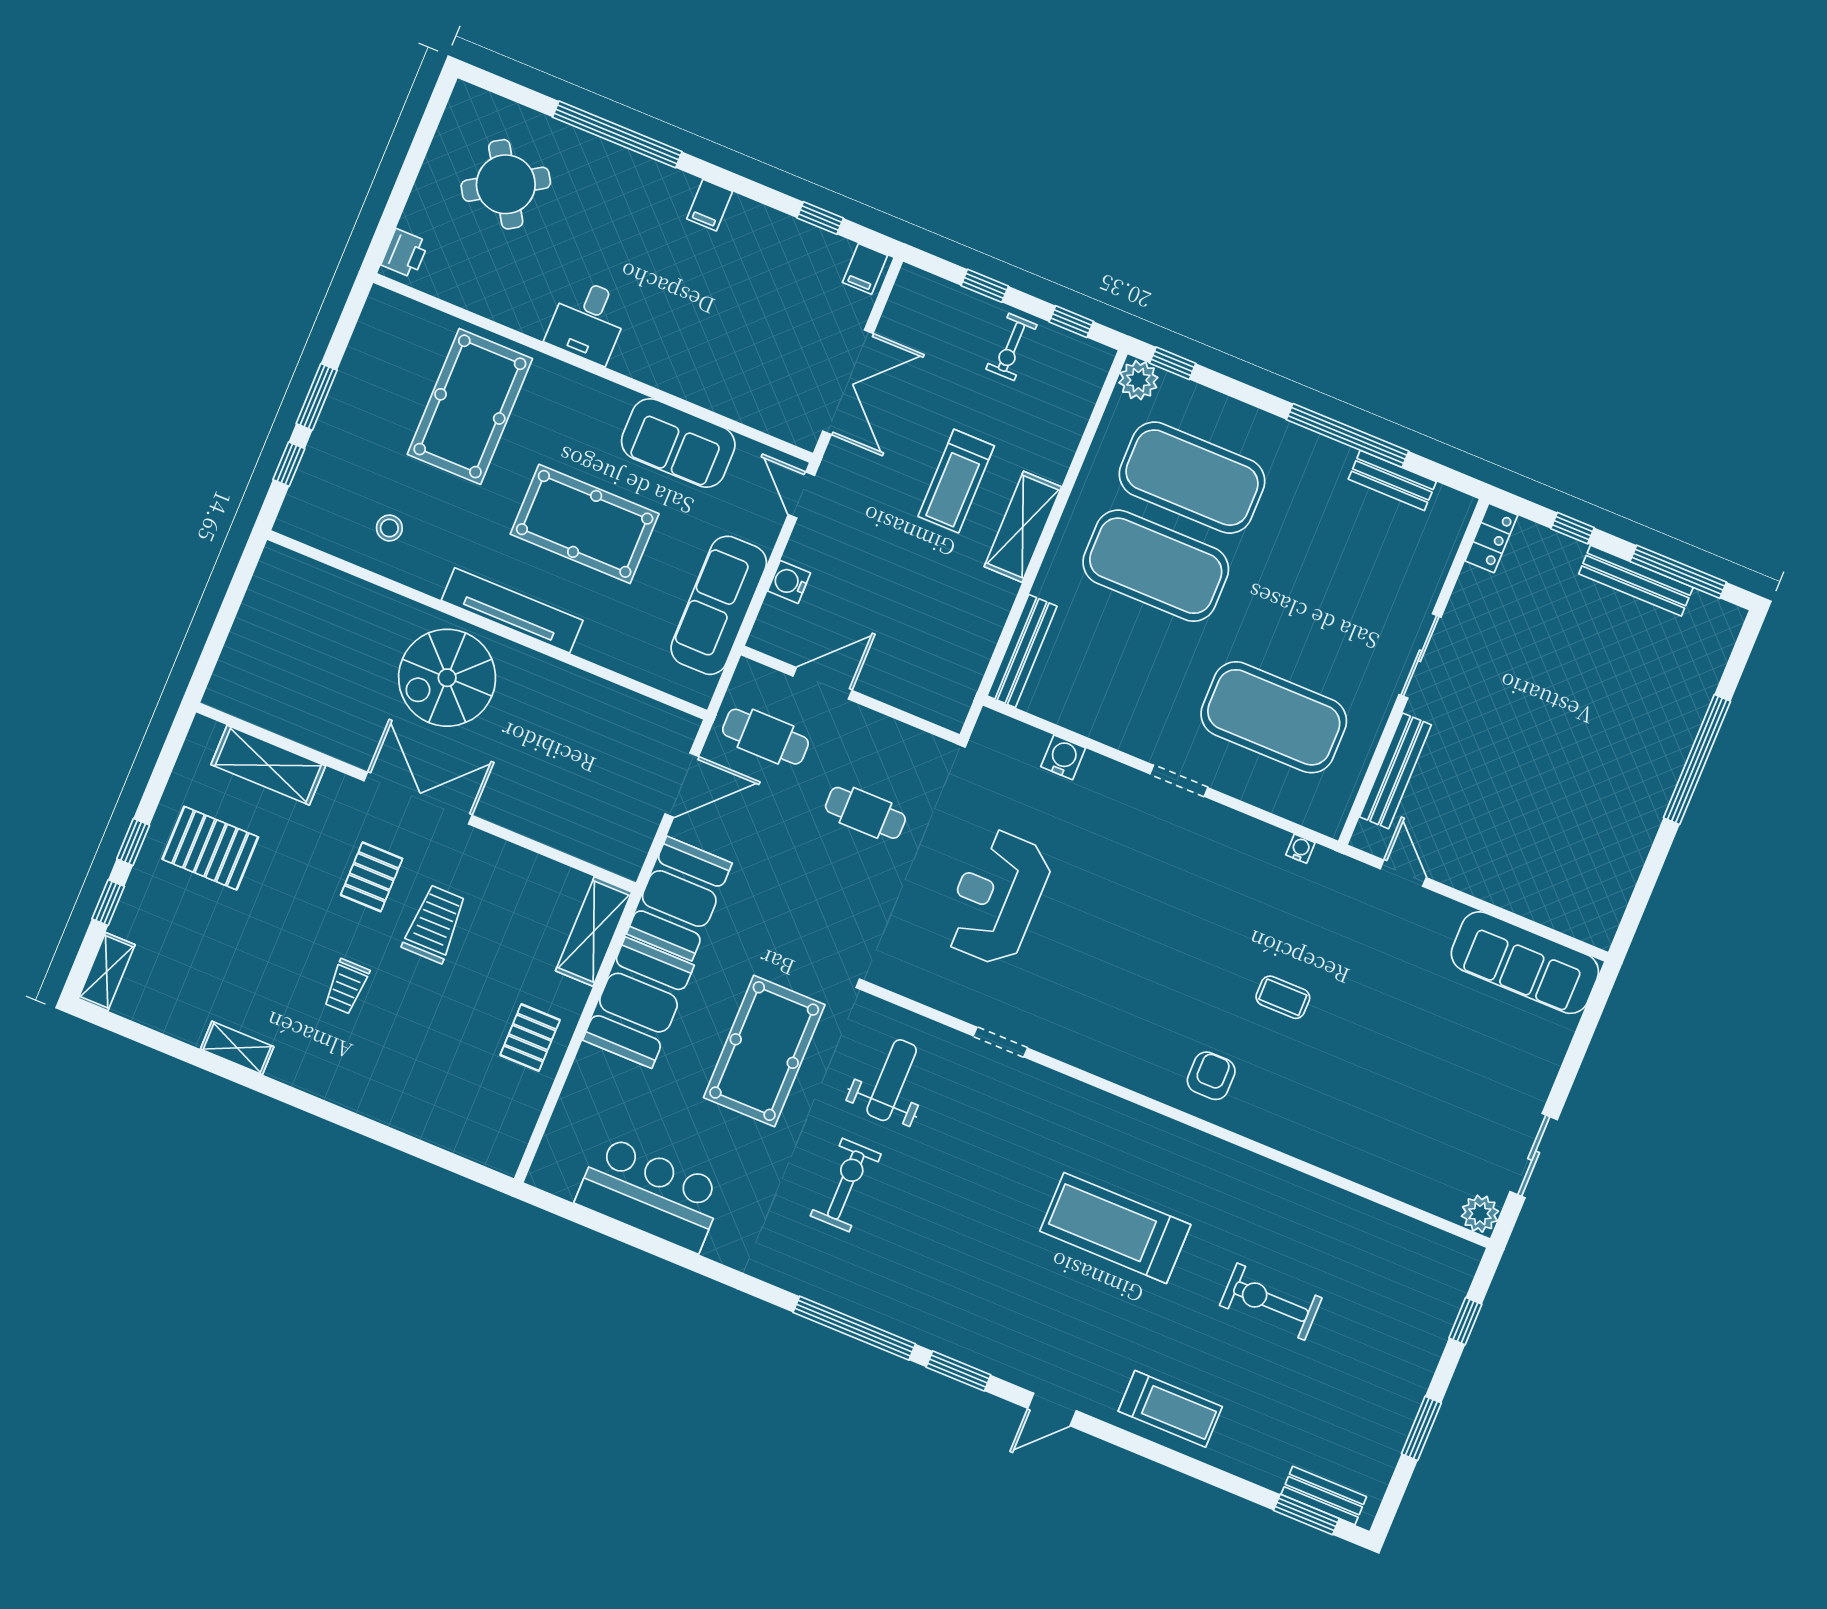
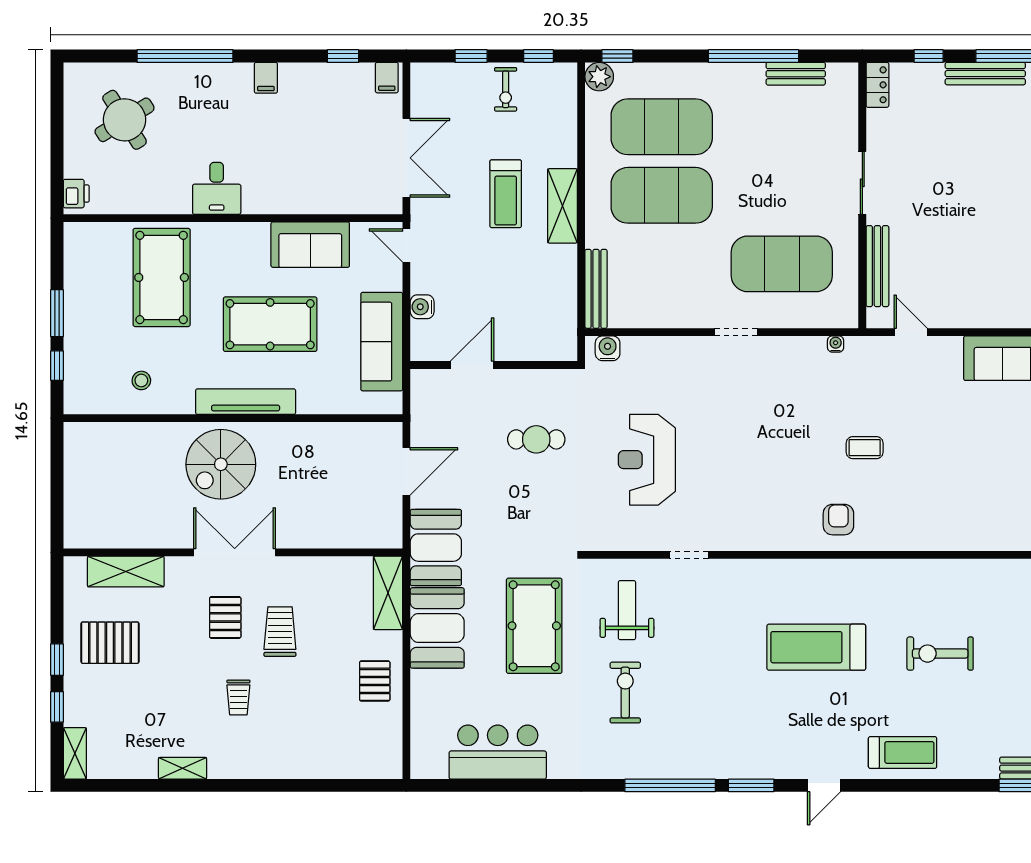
cafe table: (765, 737) -> (449, 416), removed
water cooler: (1063, 757) -> (608, 348), moved

